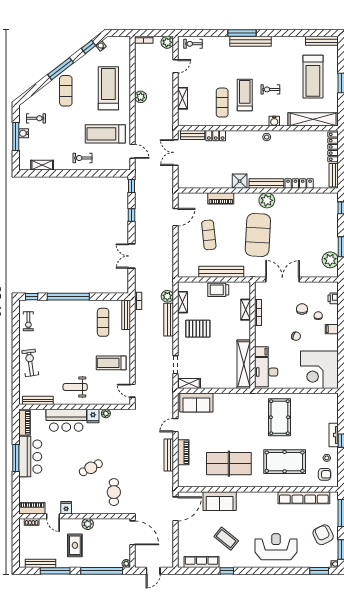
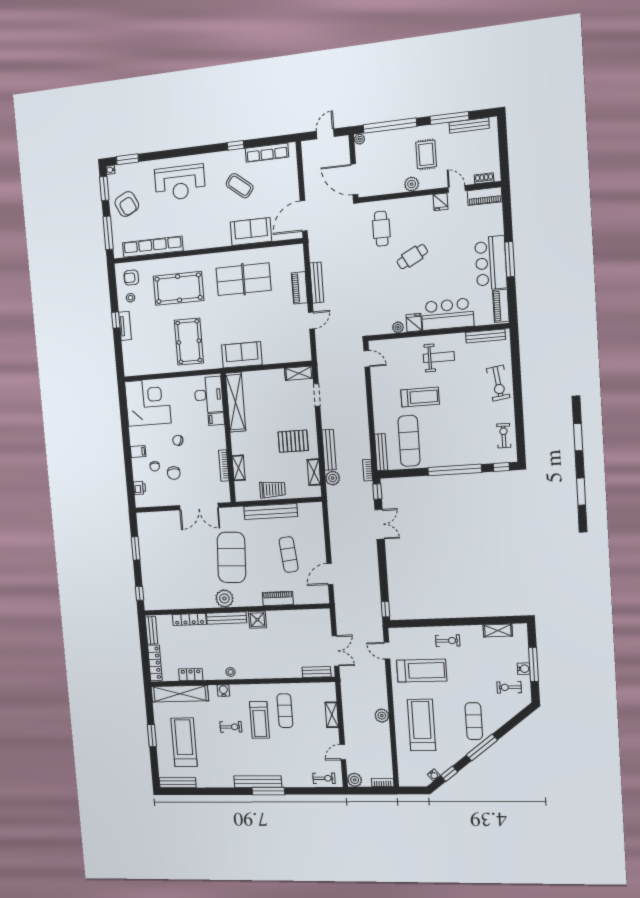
treadmill: (108, 88) -> (422, 725), turned 180
locker: (216, 136) -> (191, 675), moved
window: (131, 215) -> (377, 492), moved
plant: (330, 260) -> (147, 532), removed
exercise mat: (103, 322) -> (409, 441), width x1.36, depth x1.45
treadmill: (111, 363) -> (420, 397), moved
sofa: (196, 402) -> (242, 355), moved

